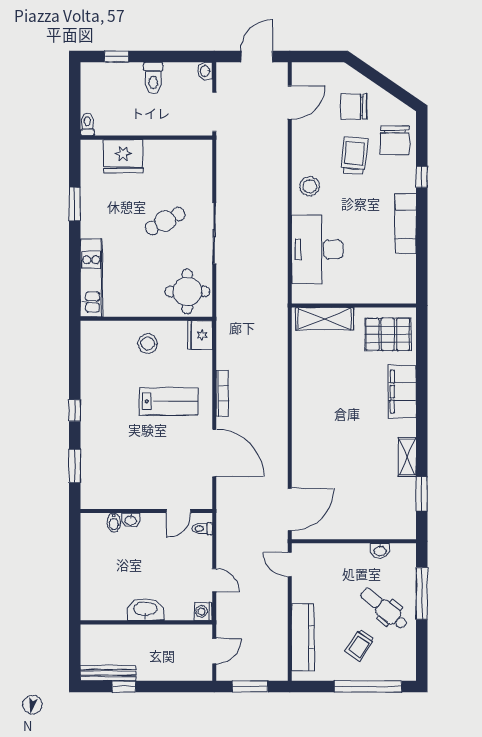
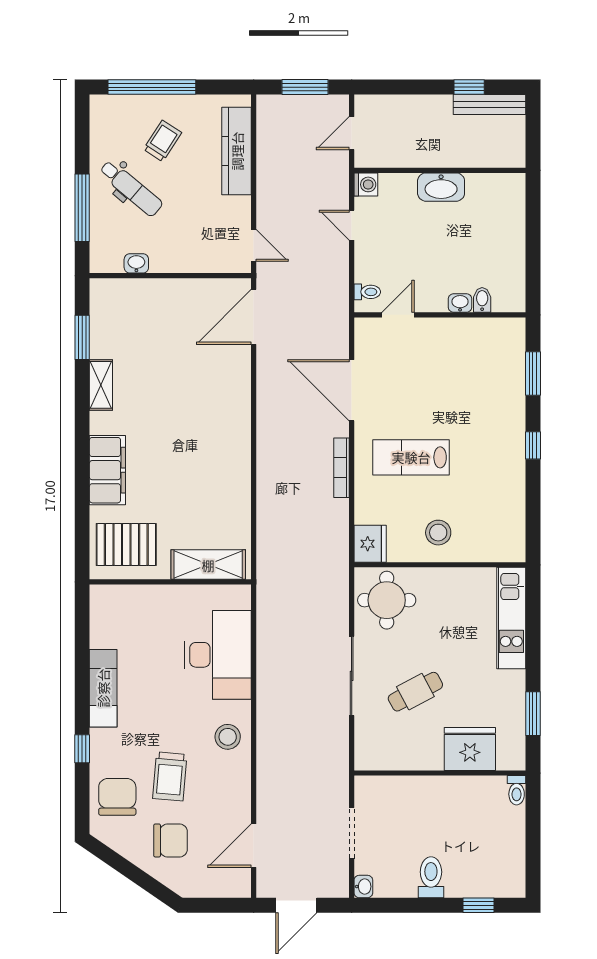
toilet: (87, 124) -> (517, 790), moved
wall: (146, 138) -> (440, 773), moved
fridge: (123, 156) -> (470, 749), moved

